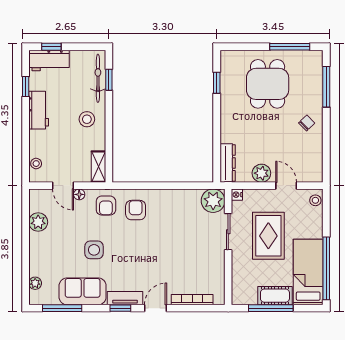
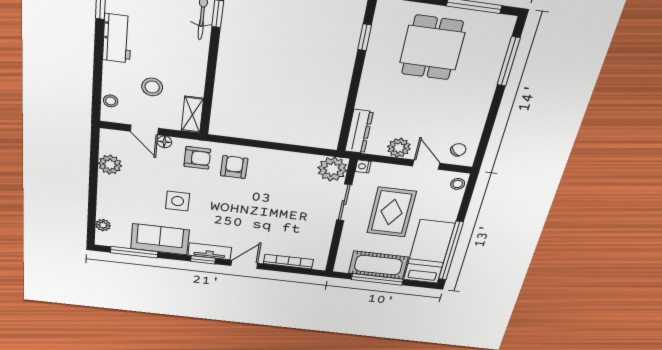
stool: (87, 119) -> (152, 87), moved
chair: (307, 123) -> (458, 150), moved
armchair: (106, 206) -> (197, 158), turned -90
cot: (275, 296) -> (378, 265), width x1.37, depth x1.34

